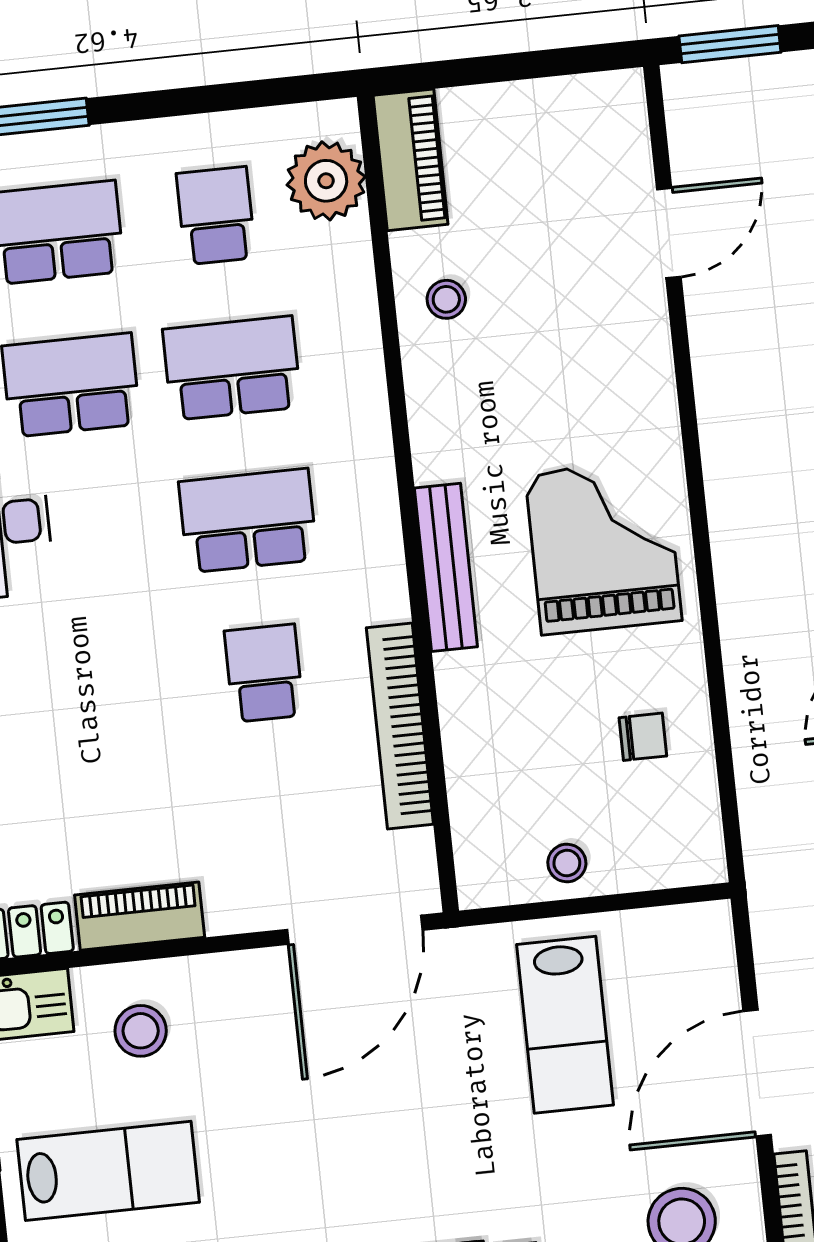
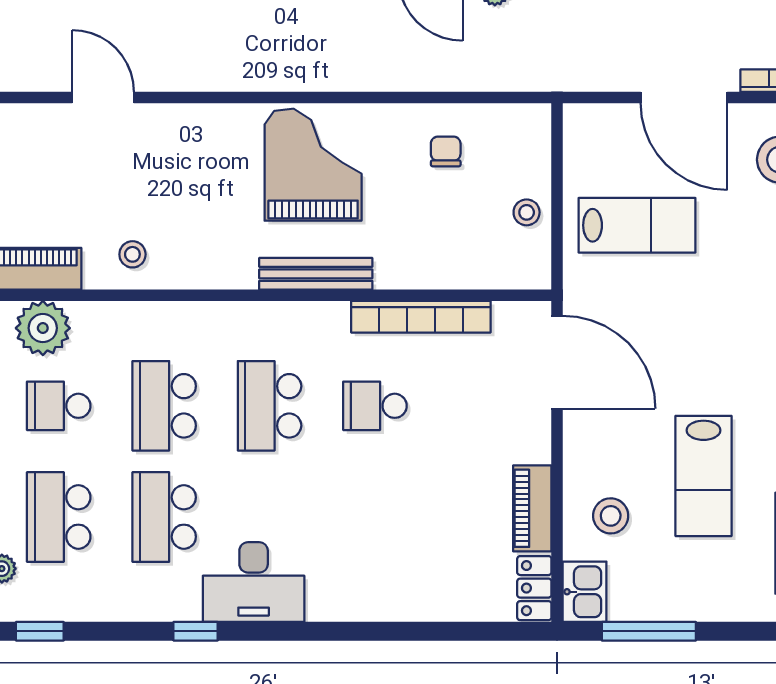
grand piano: (603, 547) -> (313, 165), turned 90
lab bench: (108, 1171) -> (703, 476), moved, turned 180

